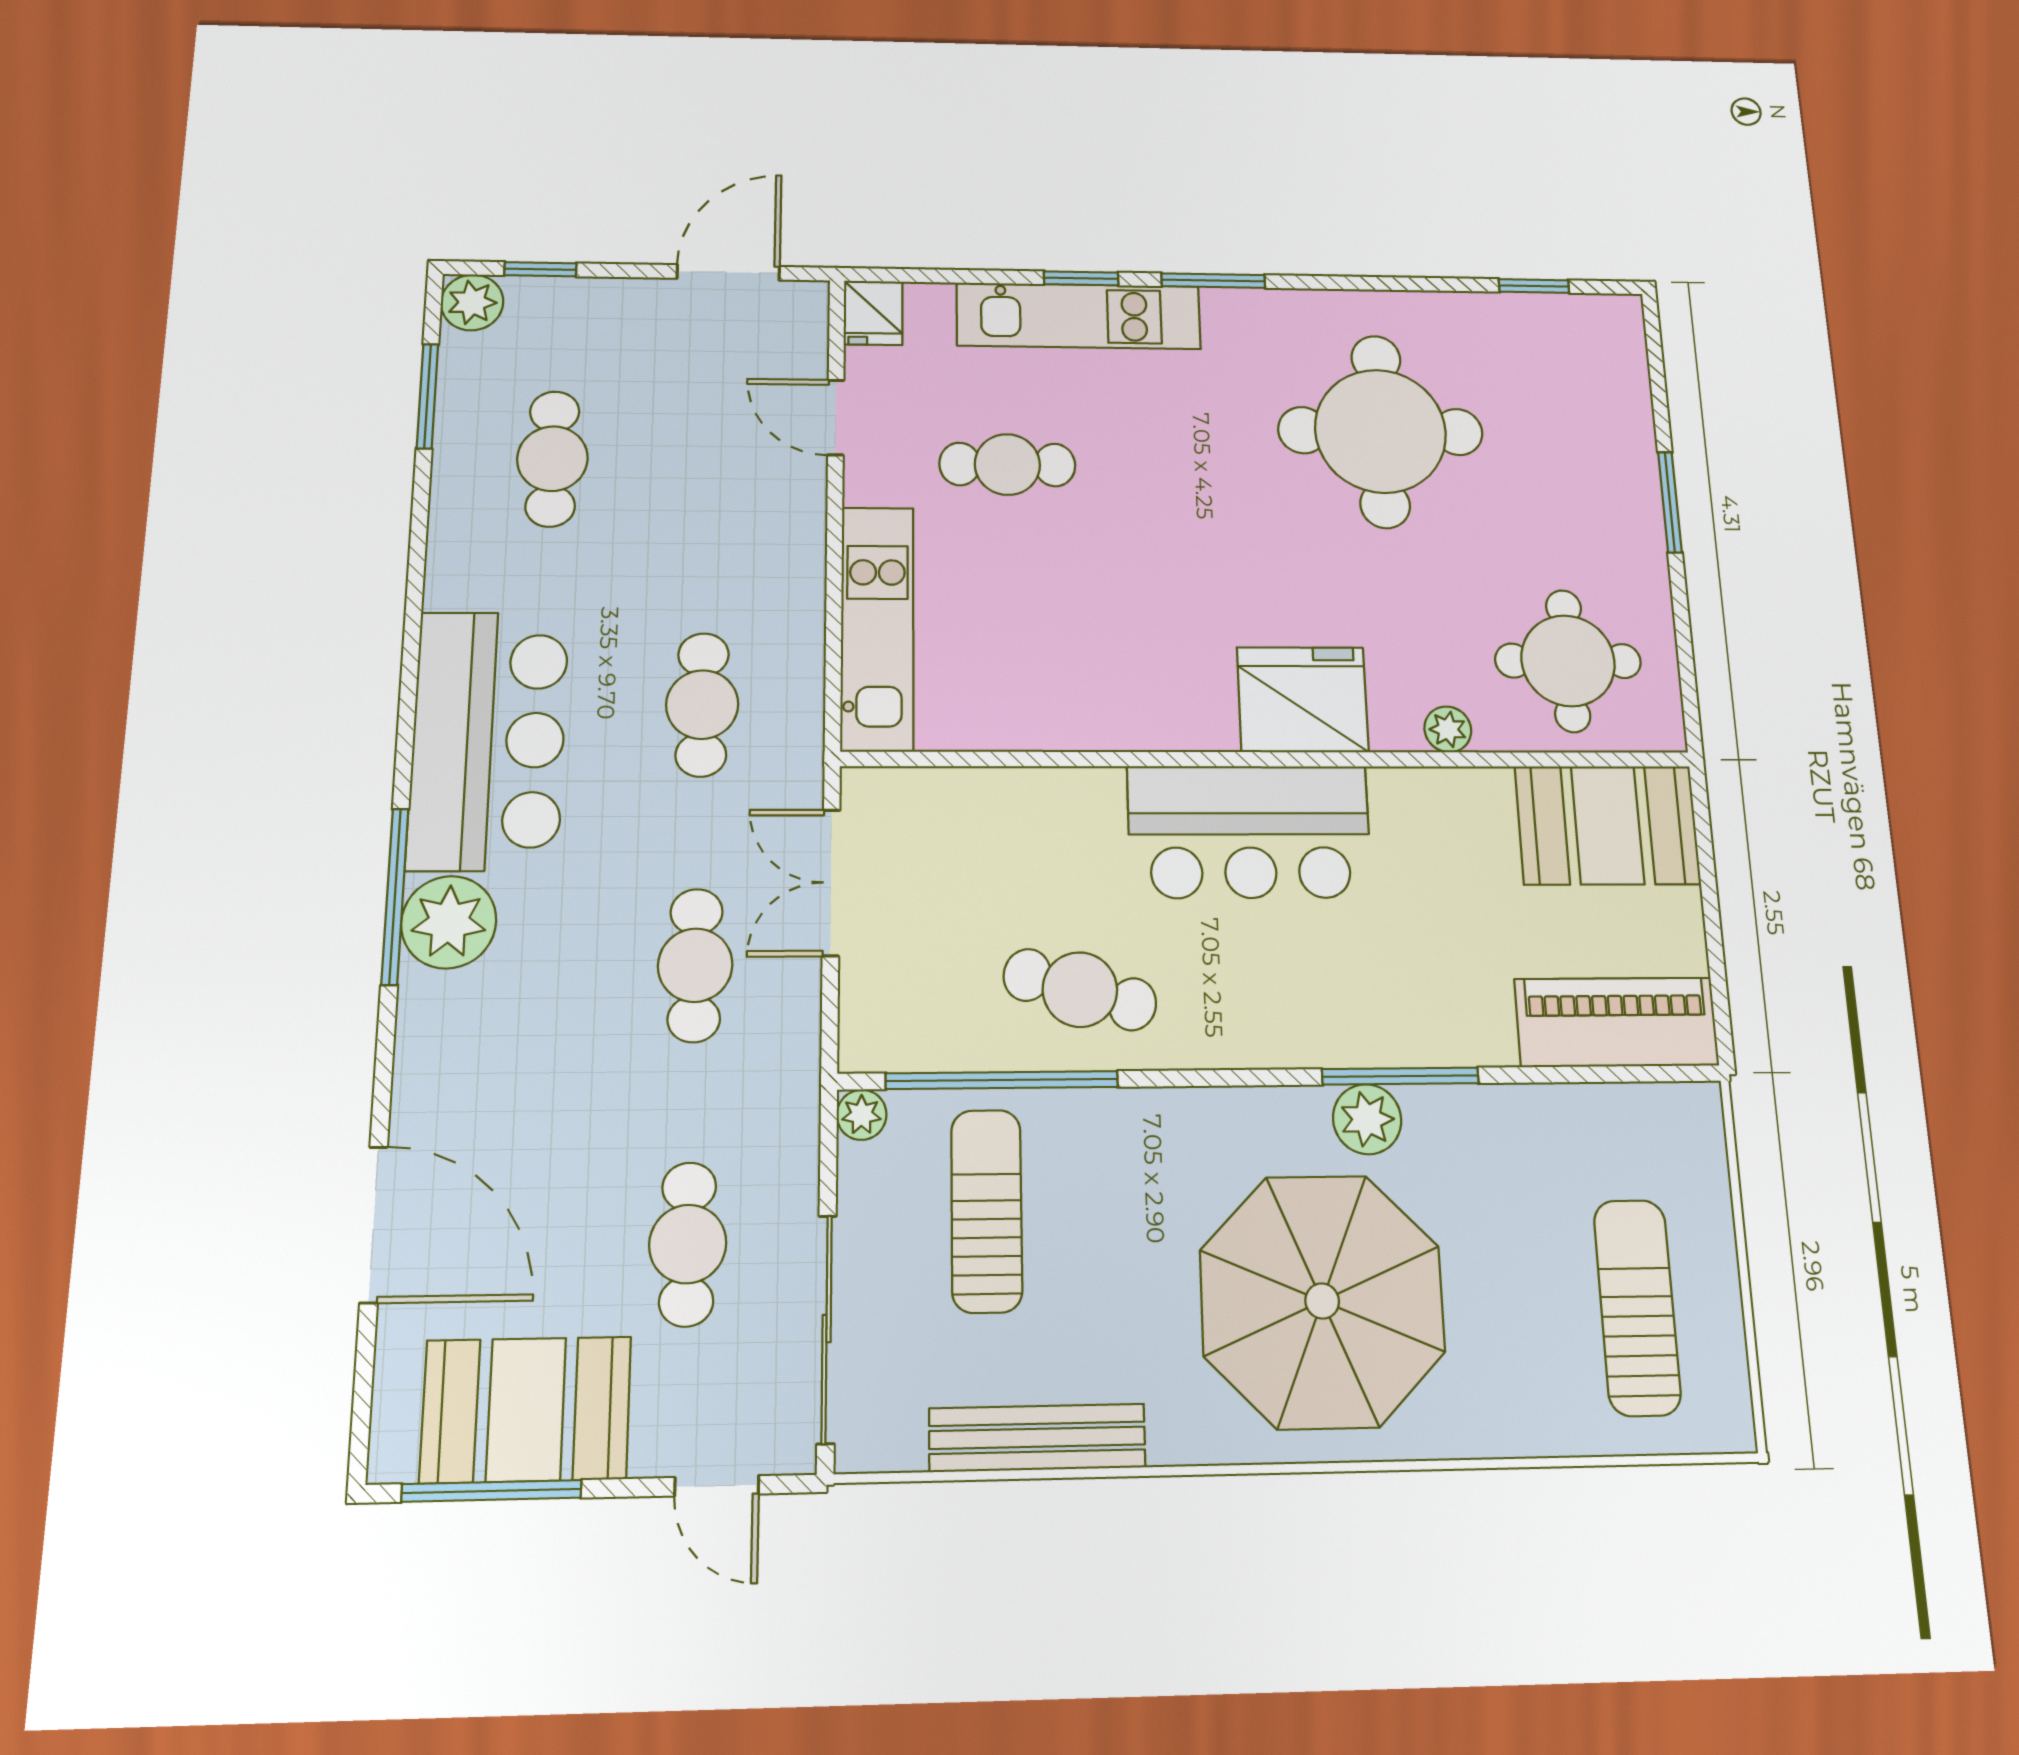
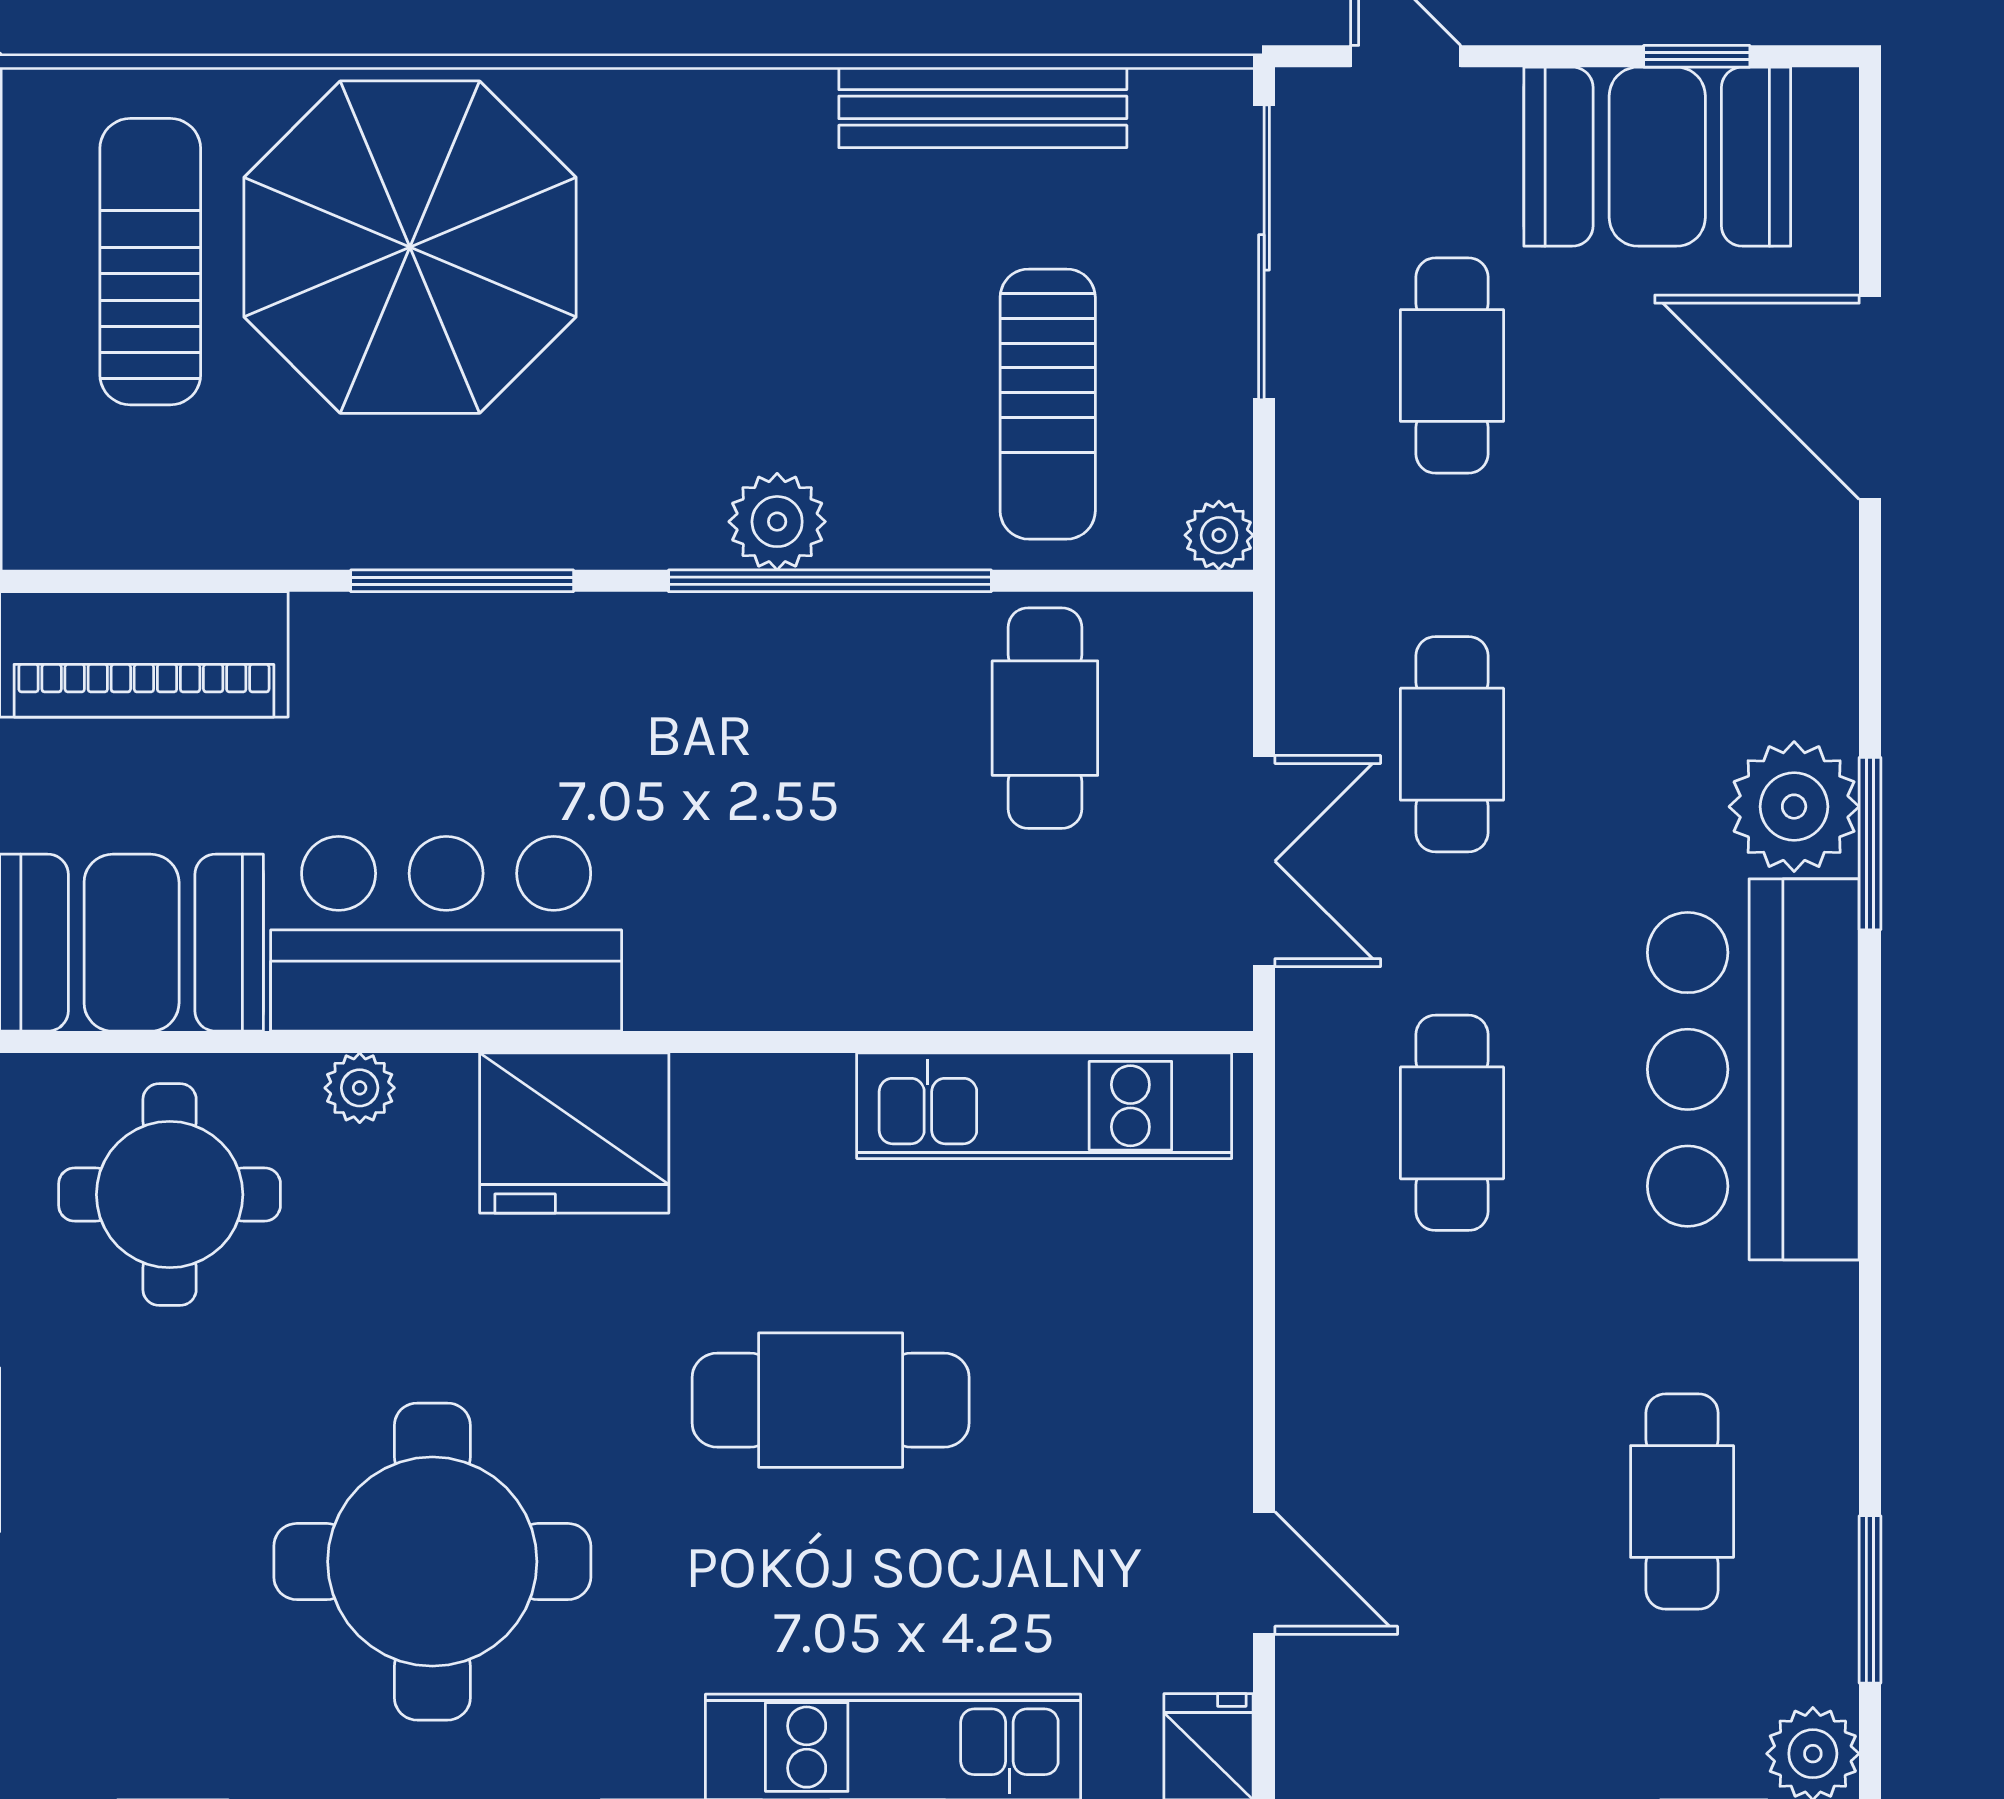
cafe table: (1007, 465) -> (831, 1400), moved, width x1.37, depth x1.35
kitchen unit: (877, 628) -> (1044, 1106), moved, turned -90
bar counter: (1249, 832) -> (446, 934), moved
window: (395, 896) -> (1870, 844), width x0.69
cafe table: (1080, 990) -> (1045, 718), moved, turned 74
window: (1002, 1080) -> (830, 581), moved
plant: (1367, 1119) -> (777, 522), moved
parasol: (1322, 1301) -> (410, 247), moved
sun lounger: (1637, 1307) -> (150, 262), turned 180
window: (492, 1491) -> (1697, 56), width x0.46

